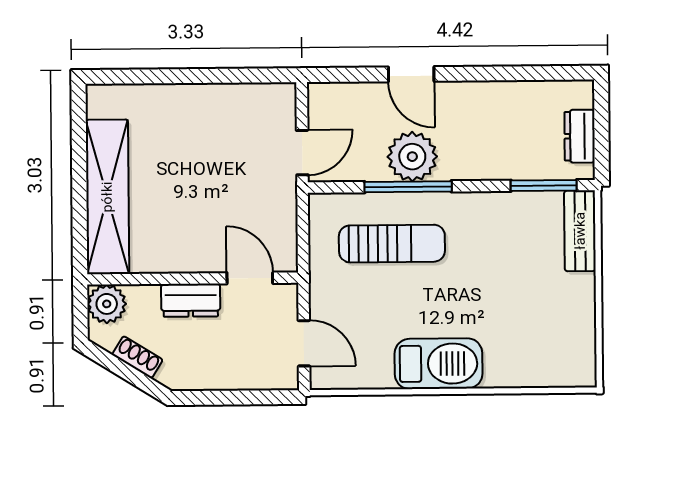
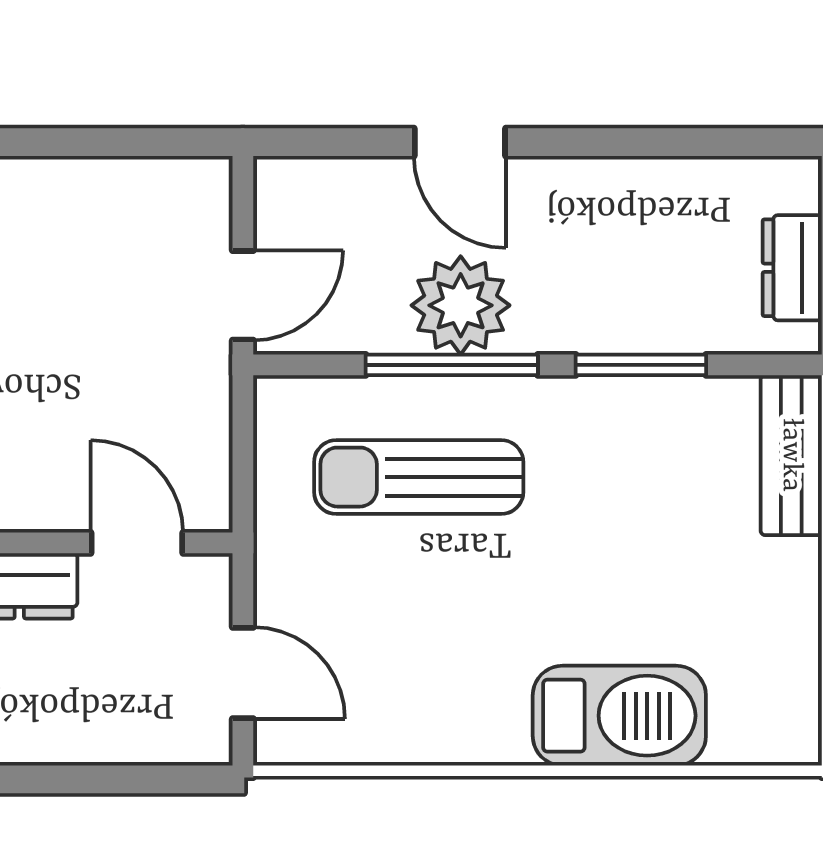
window: (544, 186) -> (641, 365), moved
sun lounger: (392, 244) -> (419, 477), turned 180
barbecue: (439, 364) -> (619, 716), moved

